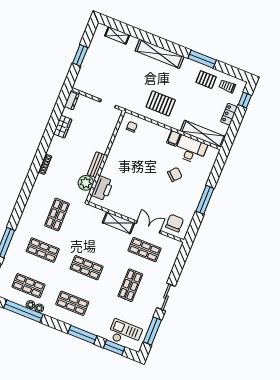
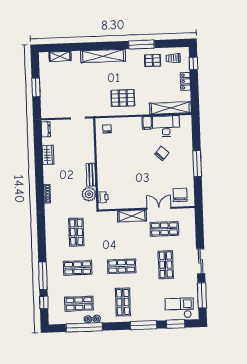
printer: (102, 188) -> (103, 197), width x0.53, depth x0.68
shop shelf: (72, 303) -> (123, 302), turned 90

